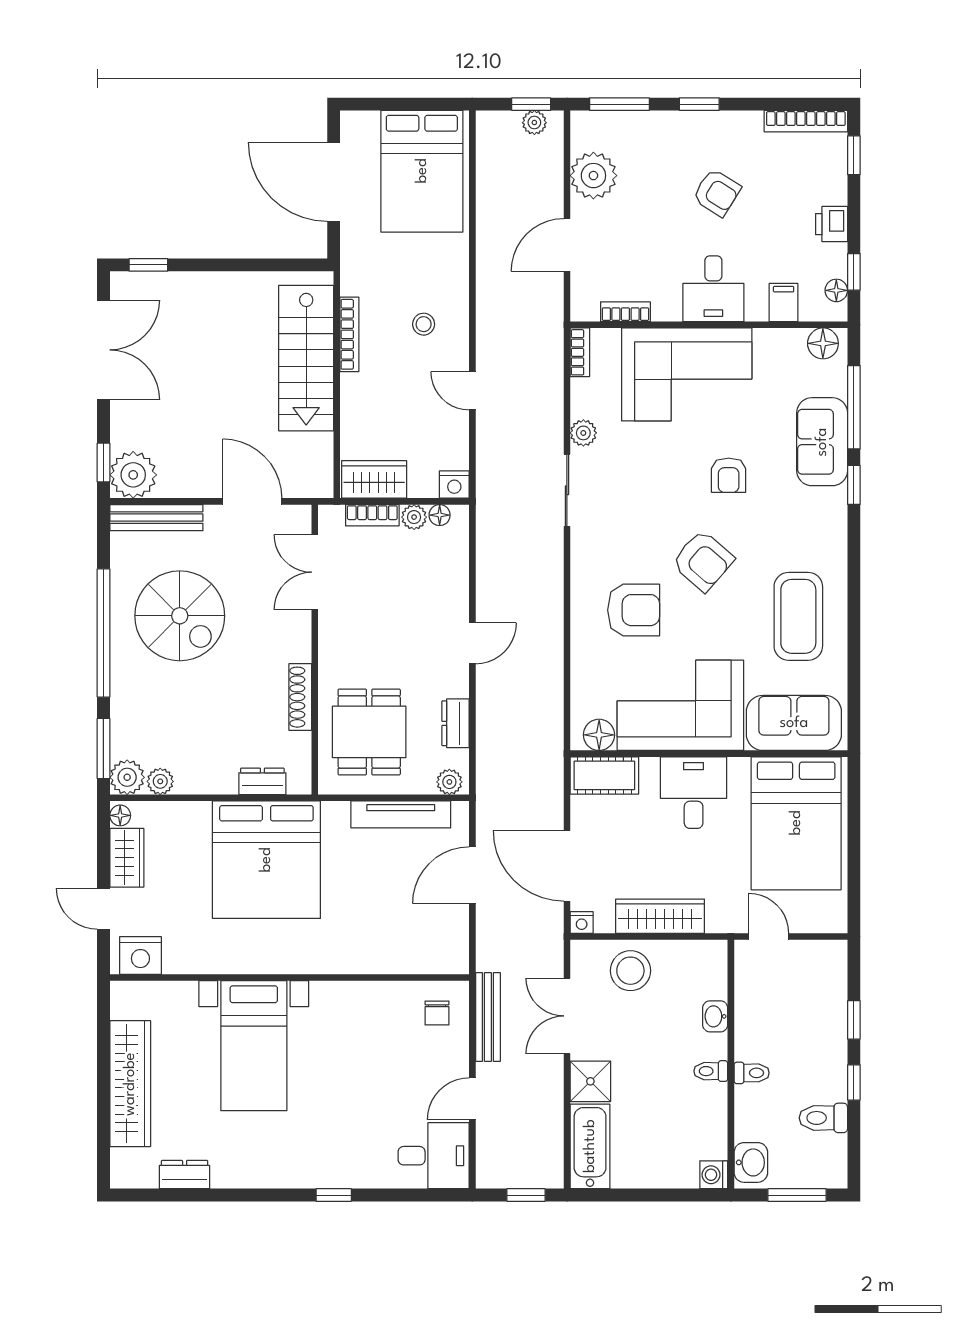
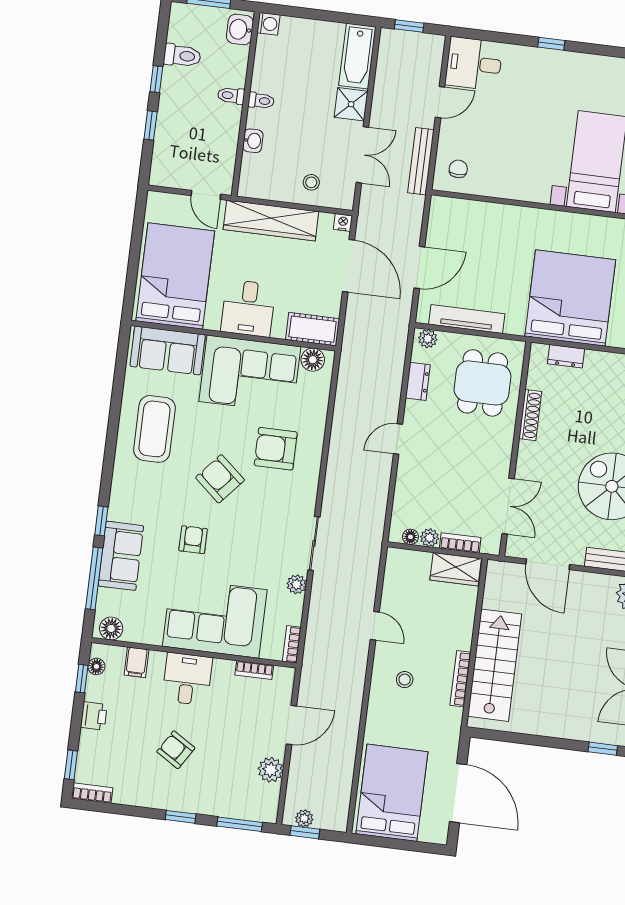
bookcase: (806, 121) -> (92, 793), width x0.64
plant: (593, 176) -> (271, 770), width x0.73, depth x0.73
nightstand: (454, 485) -> (397, 558), removed
wardrobe: (660, 916) -> (271, 220), width x1.40, depth x1.17
stool: (630, 971) -> (311, 182), width x0.53, depth x0.53

